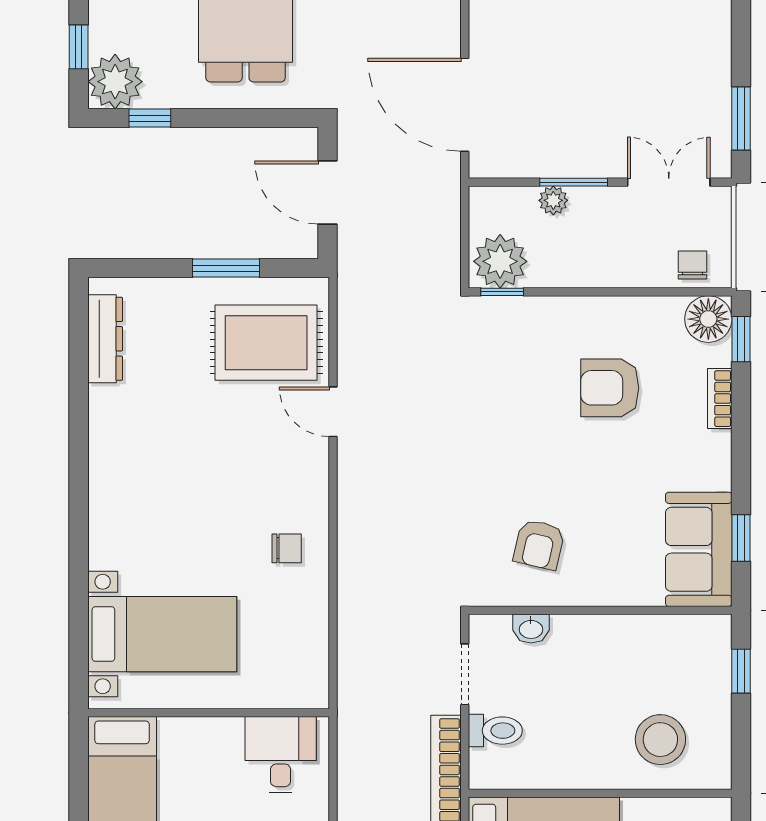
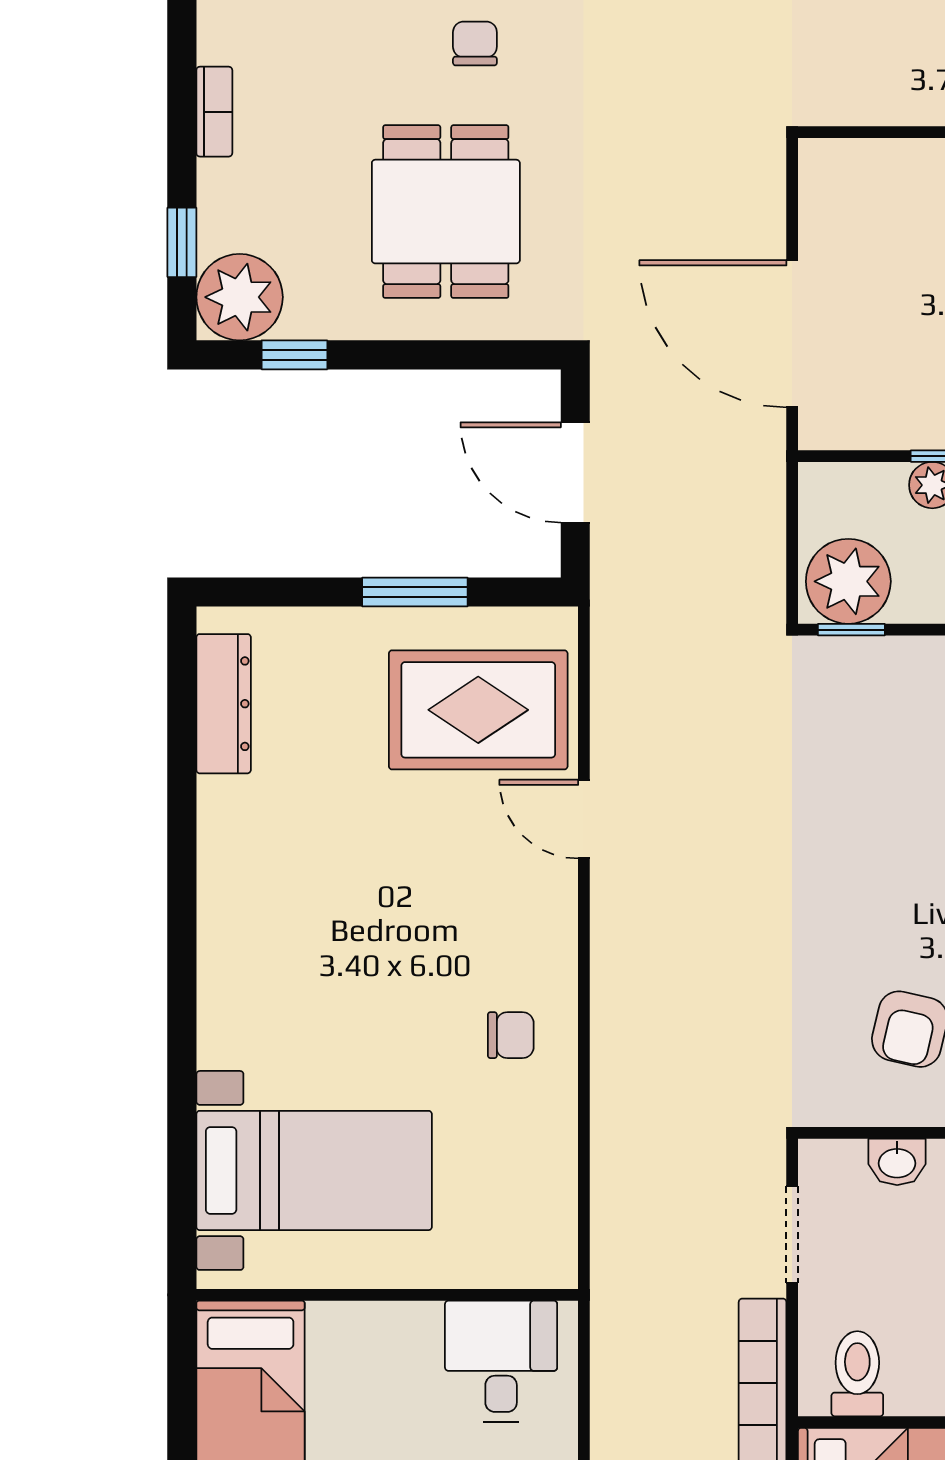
toilet: (495, 731) -> (857, 1374), moved, turned -90

